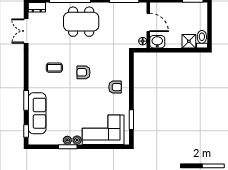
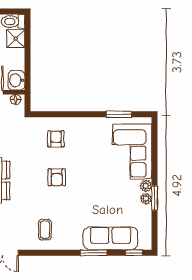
coffee table: (54, 68) -> (45, 230), moved
armchair: (115, 87) -> (56, 139), moved

